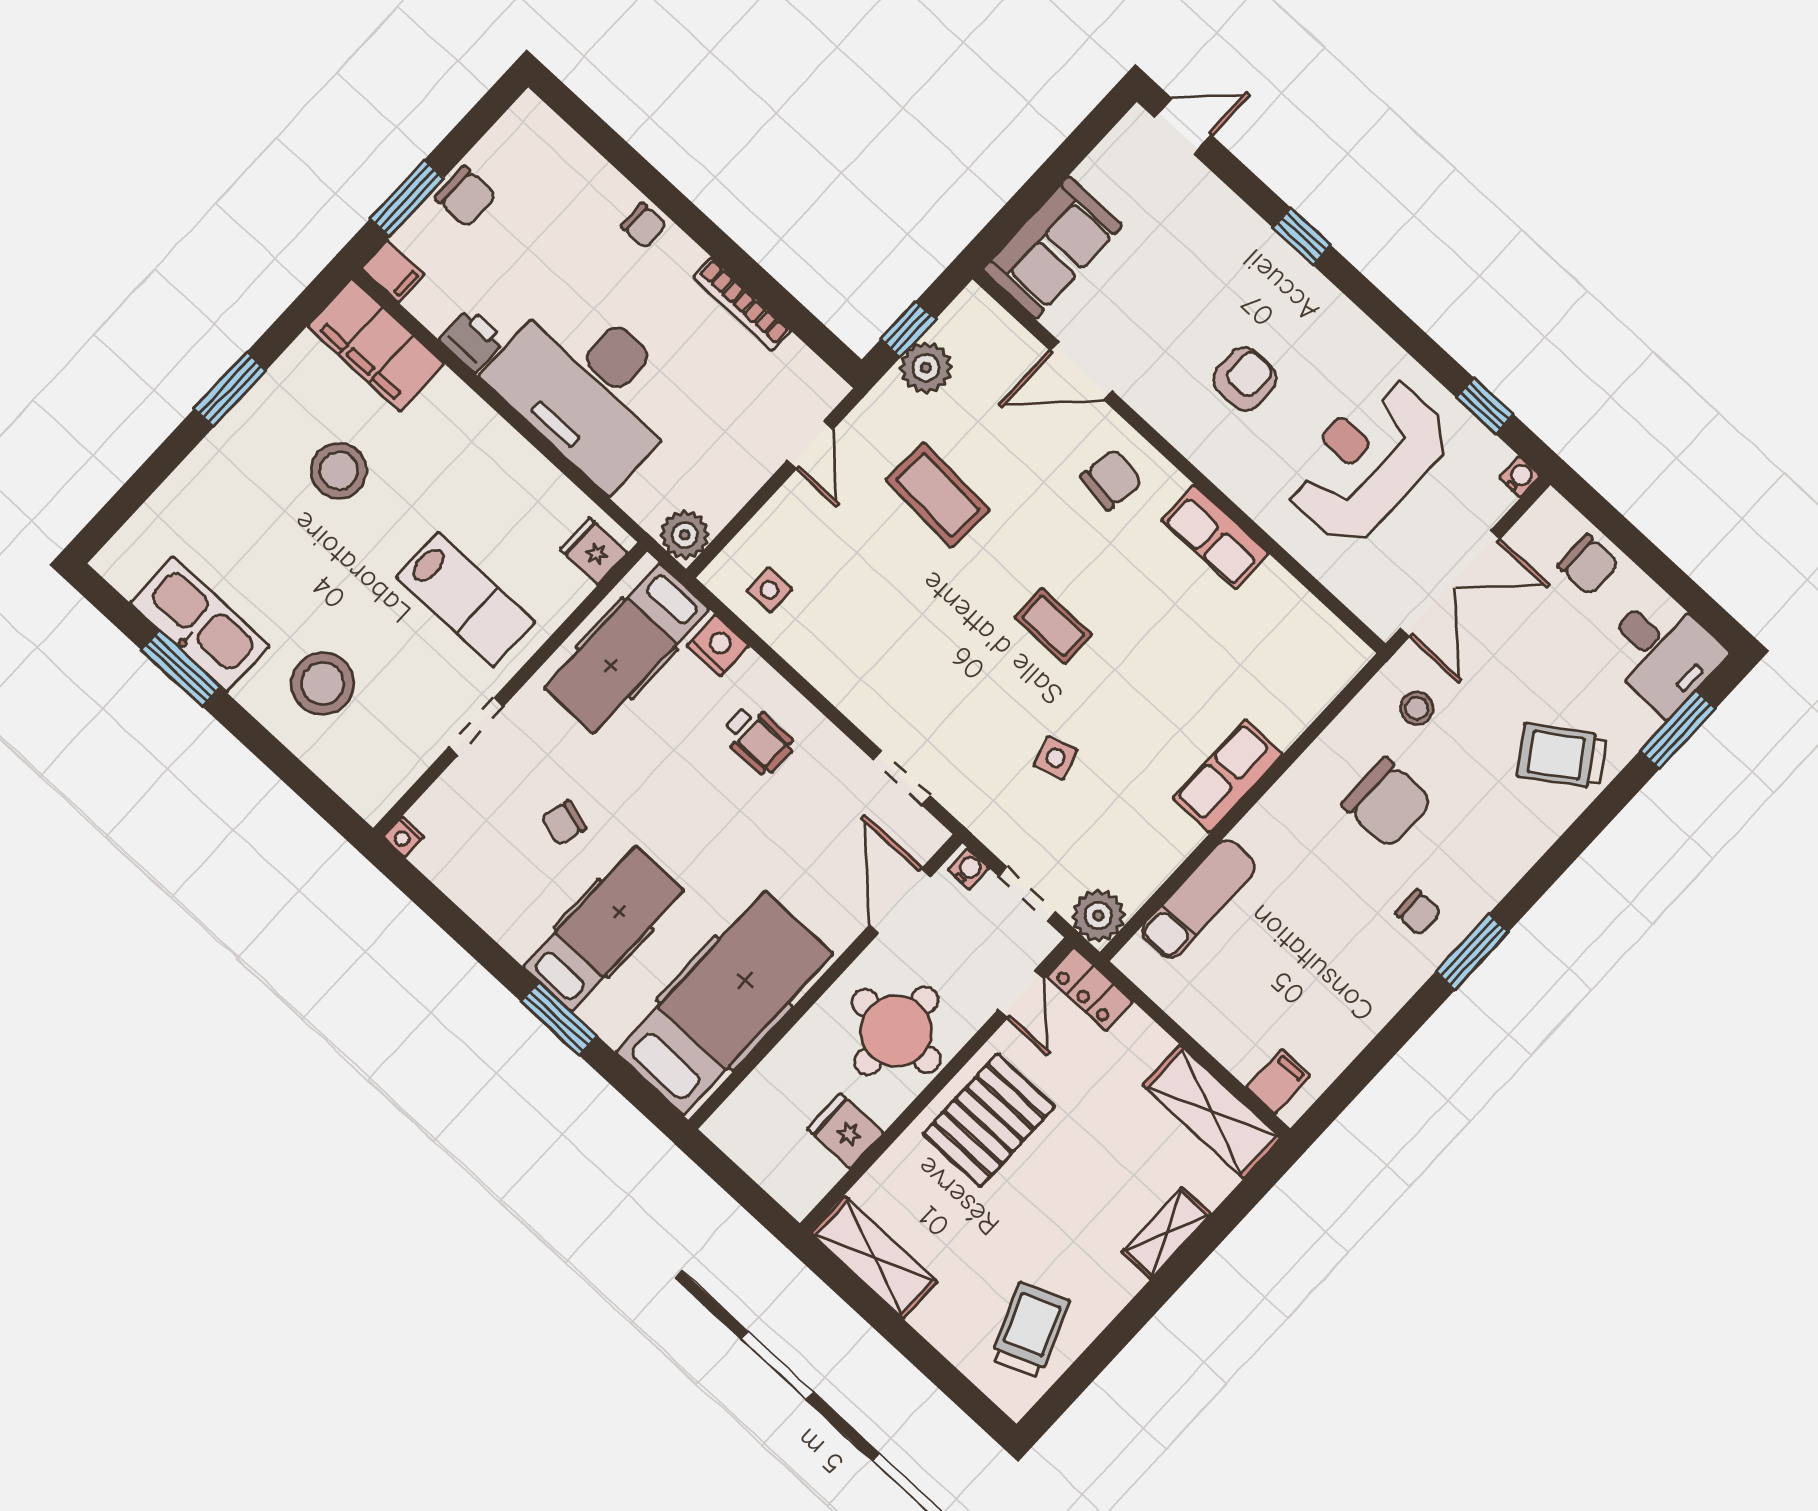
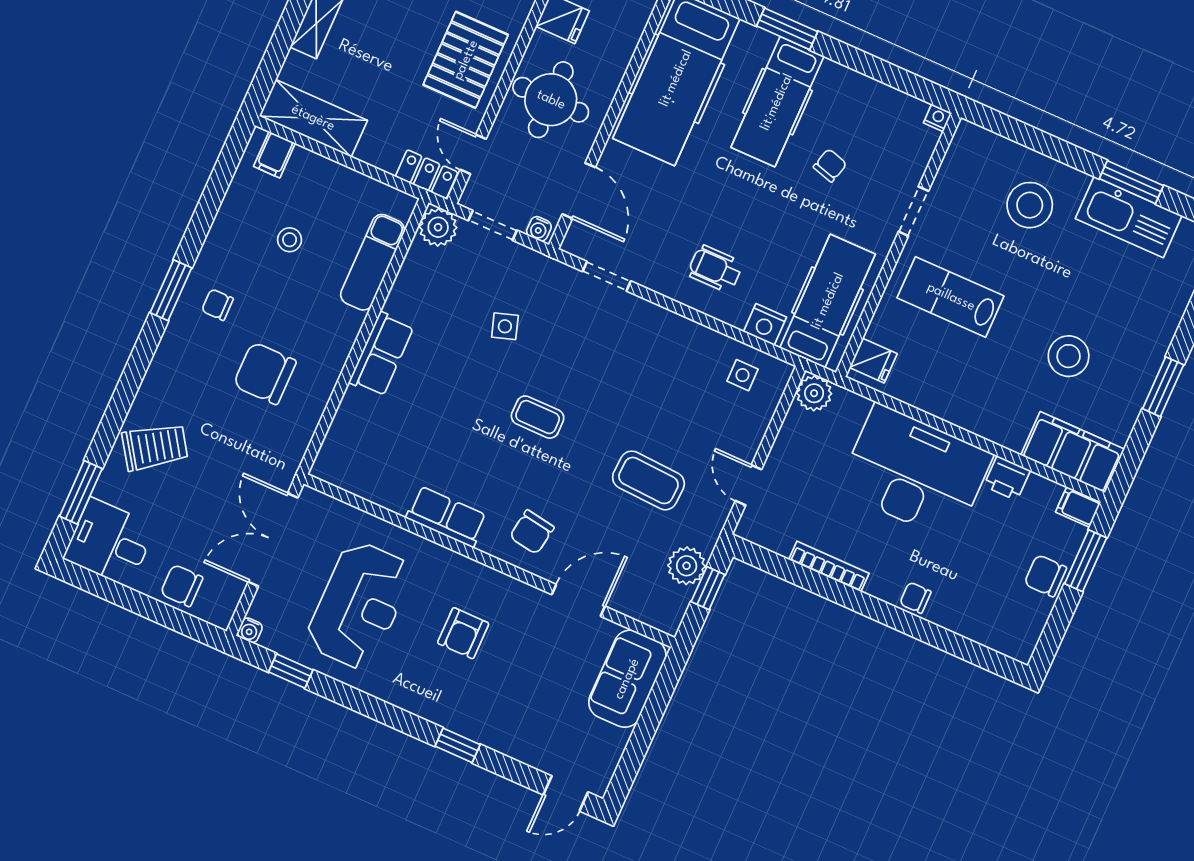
stool: (1417, 708) -> (290, 240), moved

